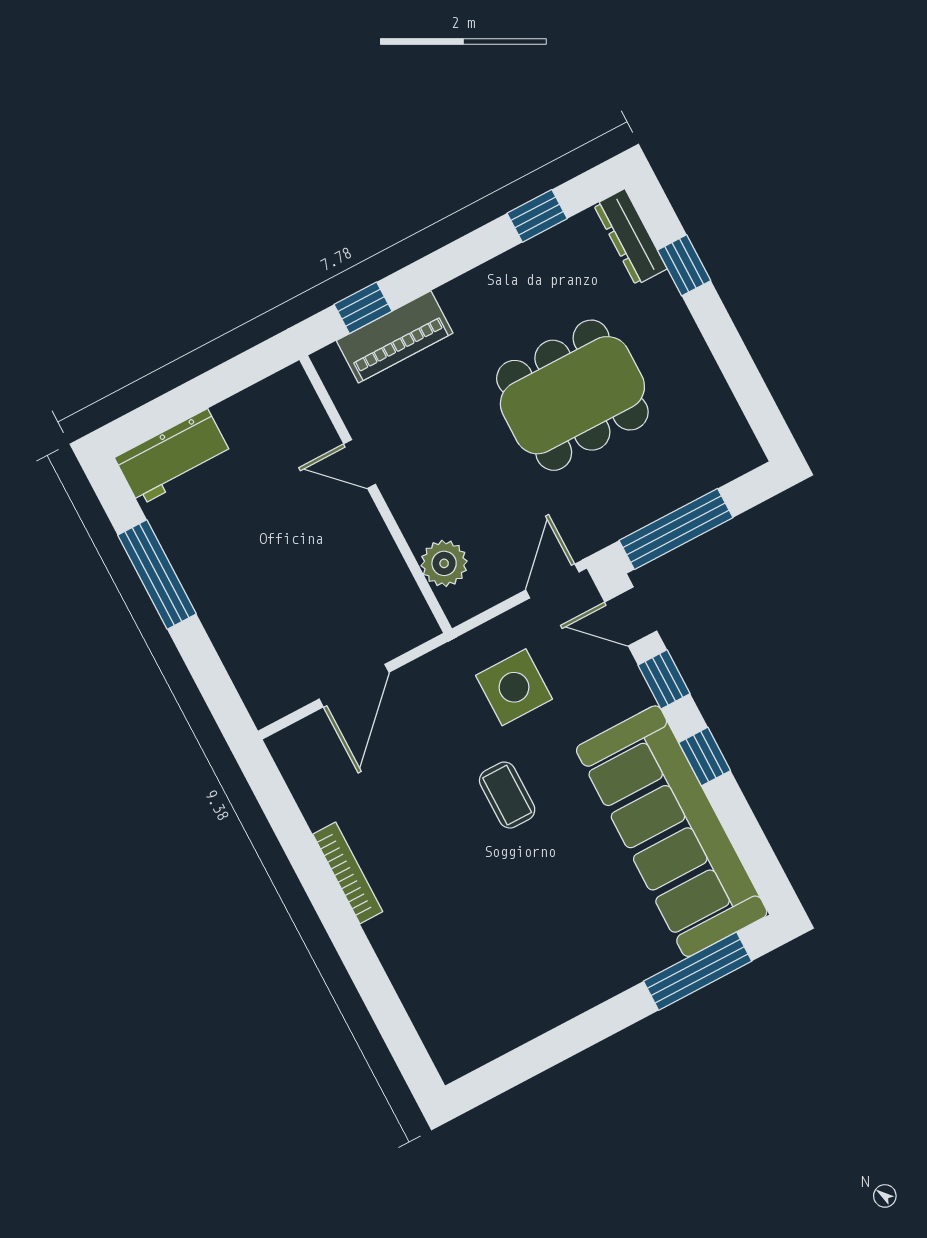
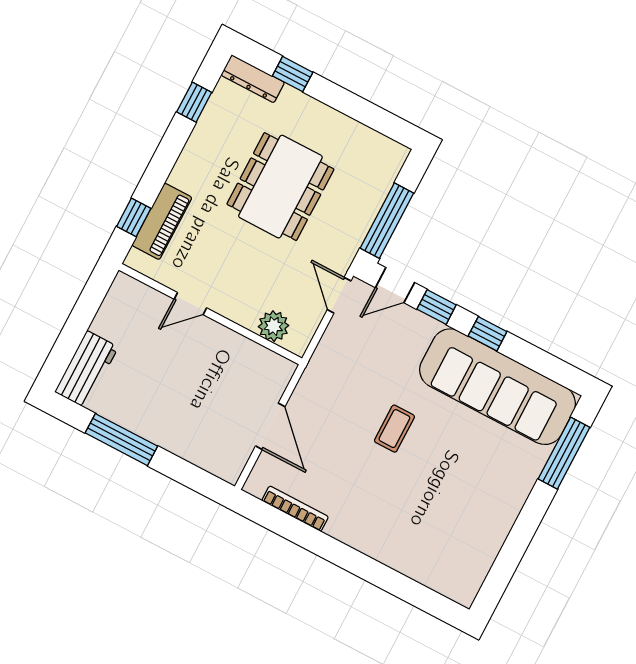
side table: (514, 687) -> (358, 367), removed
coffee table: (507, 795) -> (394, 429), turned 90
bookcase: (348, 873) -> (295, 509), moved

